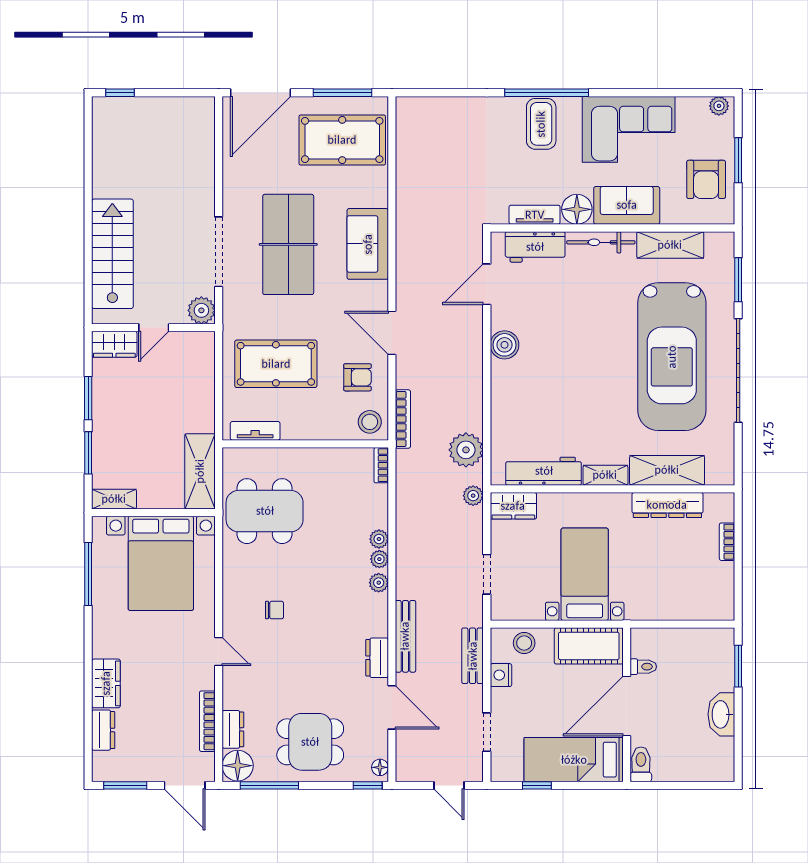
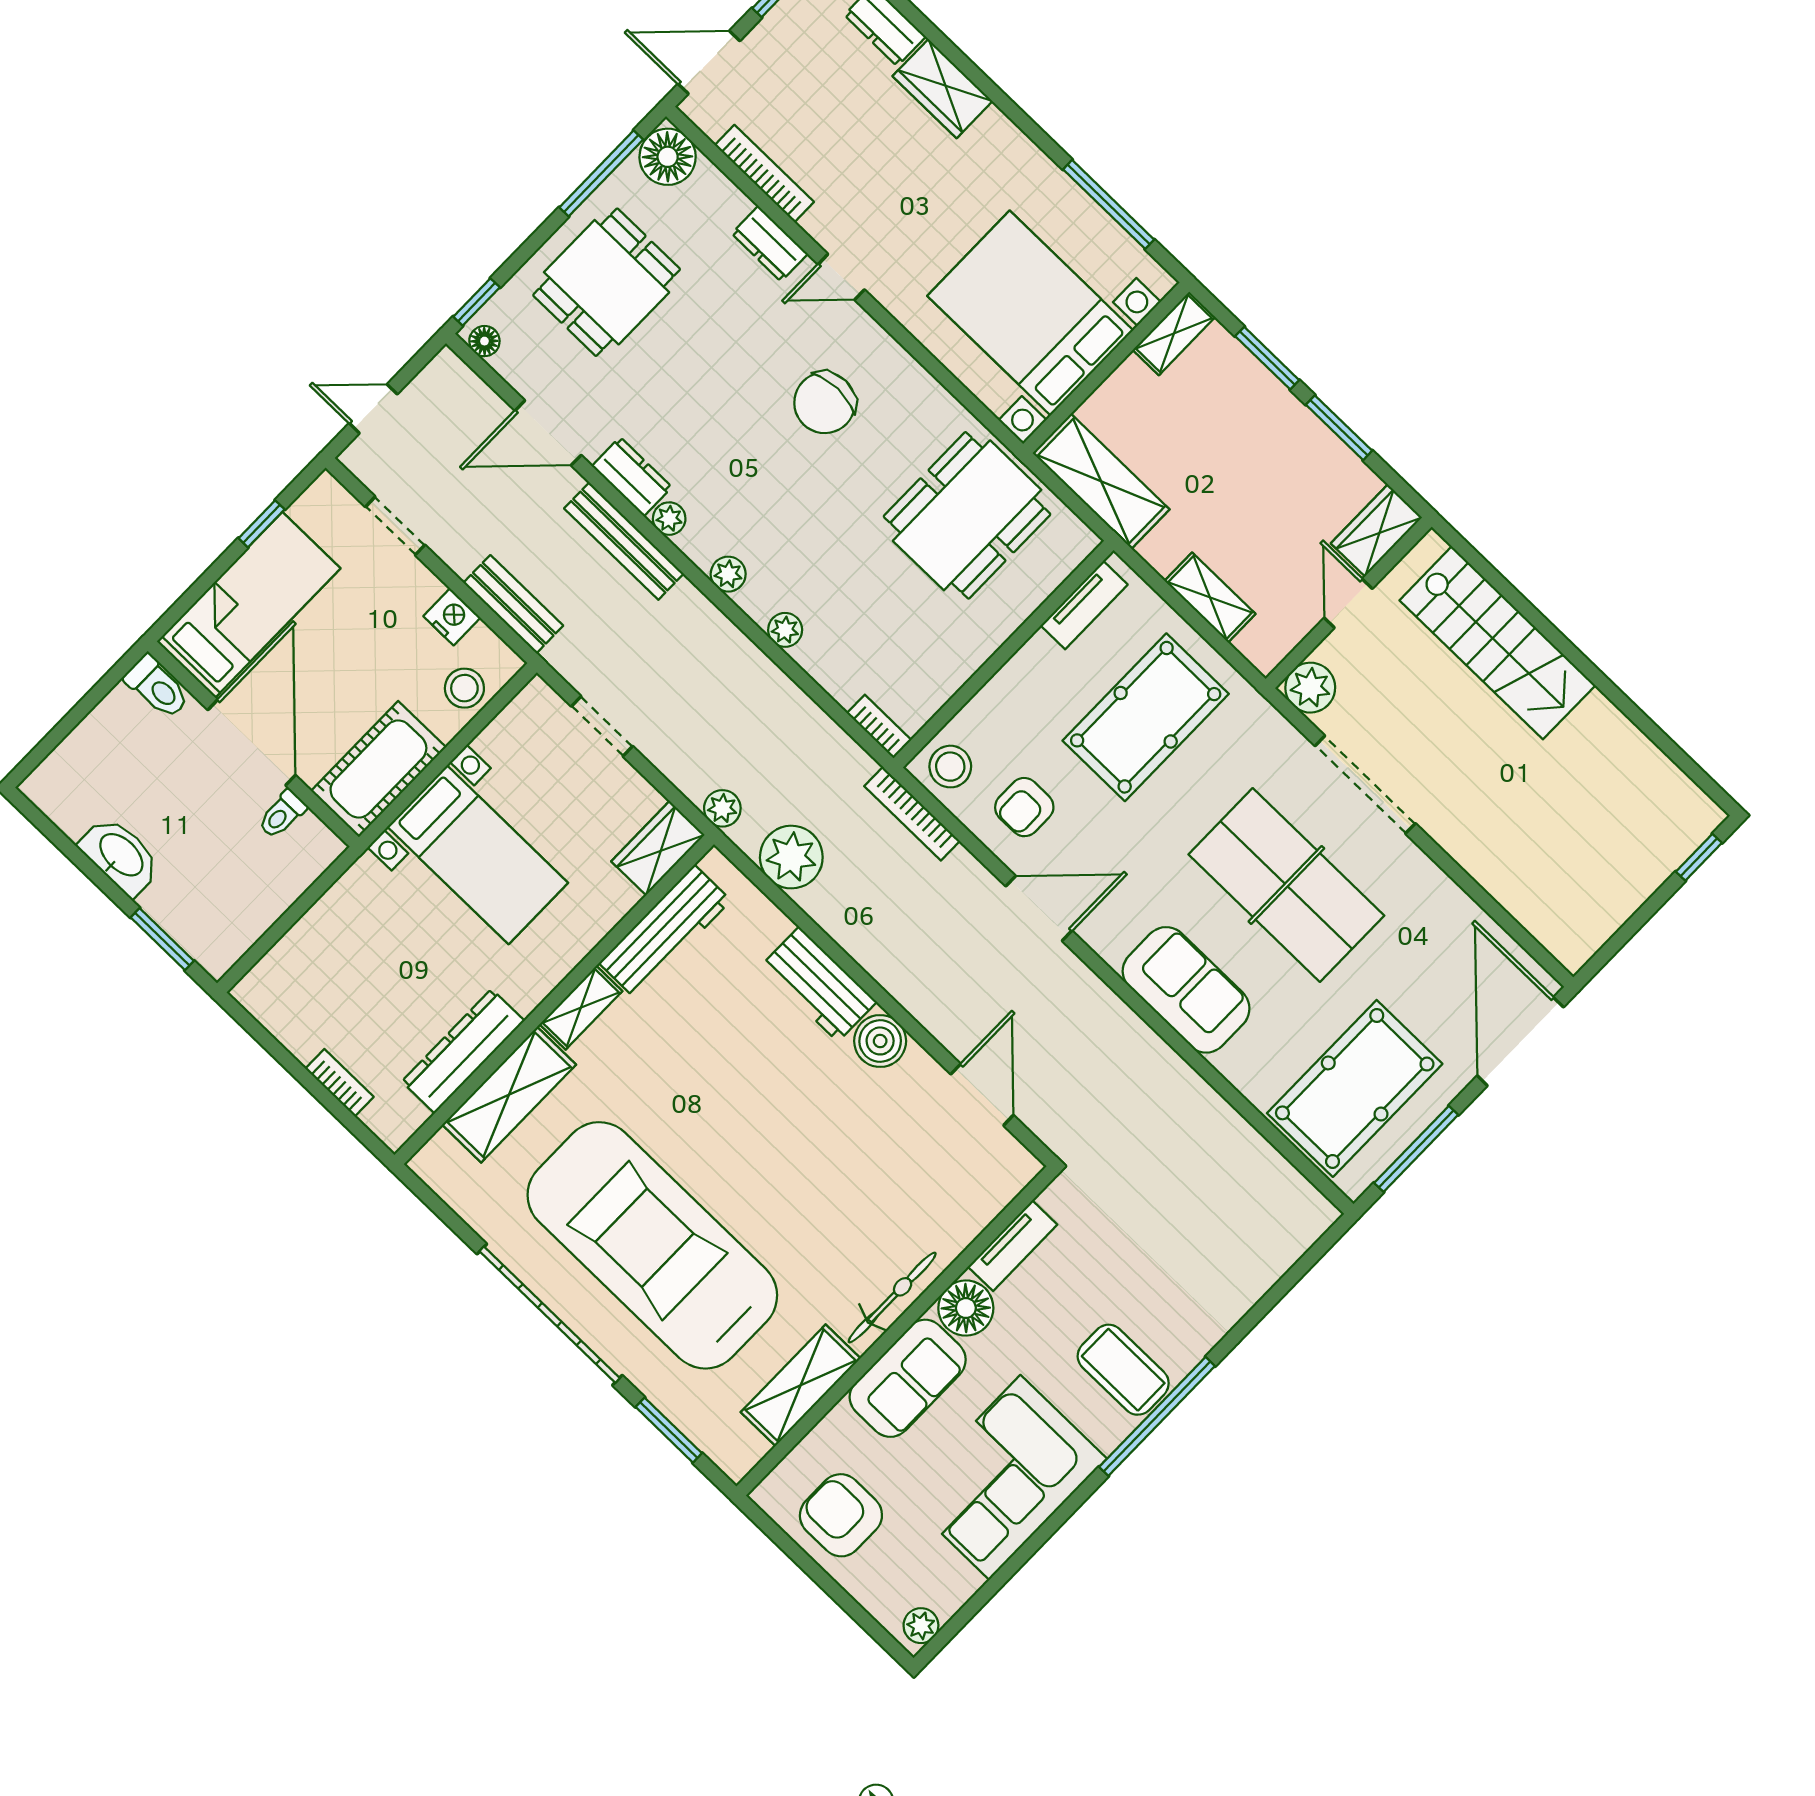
window: (738, 160) -> (825, 1582), removed
workbench: (535, 247) -> (819, 984), moved, turned -90
shelving: (204, 384) -> (1210, 597), added
plant: (379, 559) -> (669, 519), moved
chair: (274, 610) -> (825, 403), width x1.87, depth x1.87
dresser: (233, 729) -> (770, 244), moved

